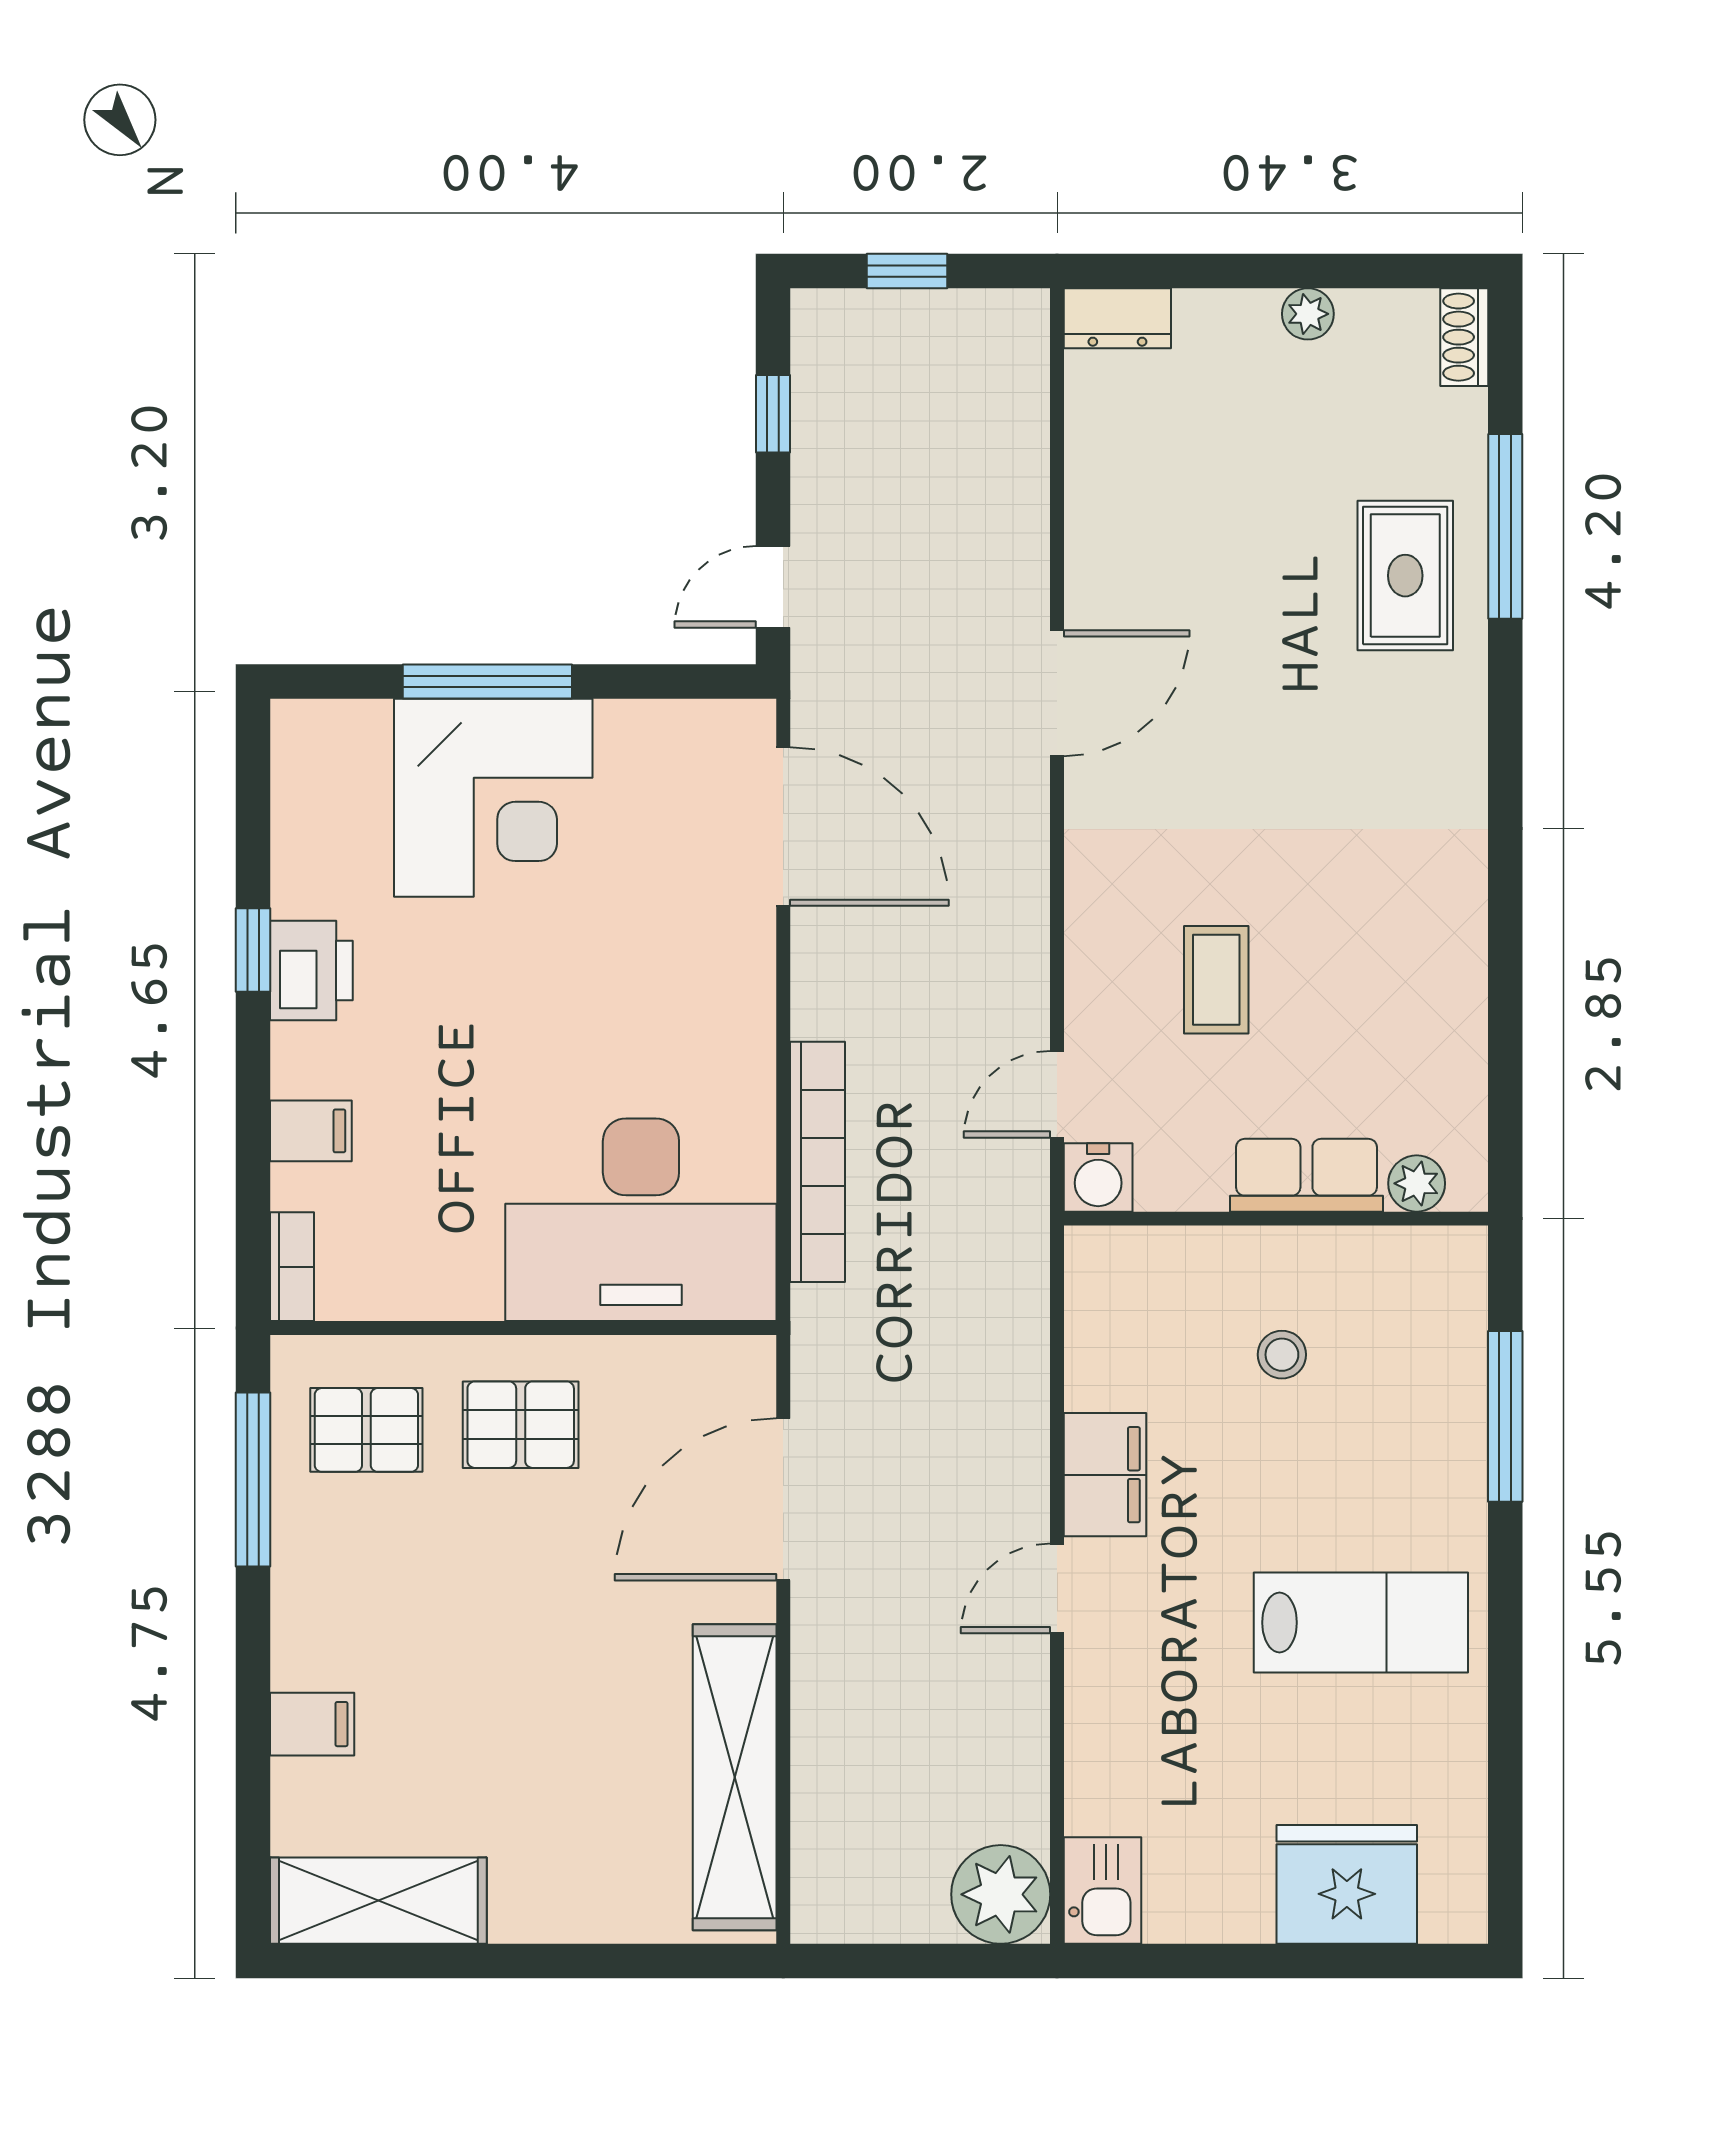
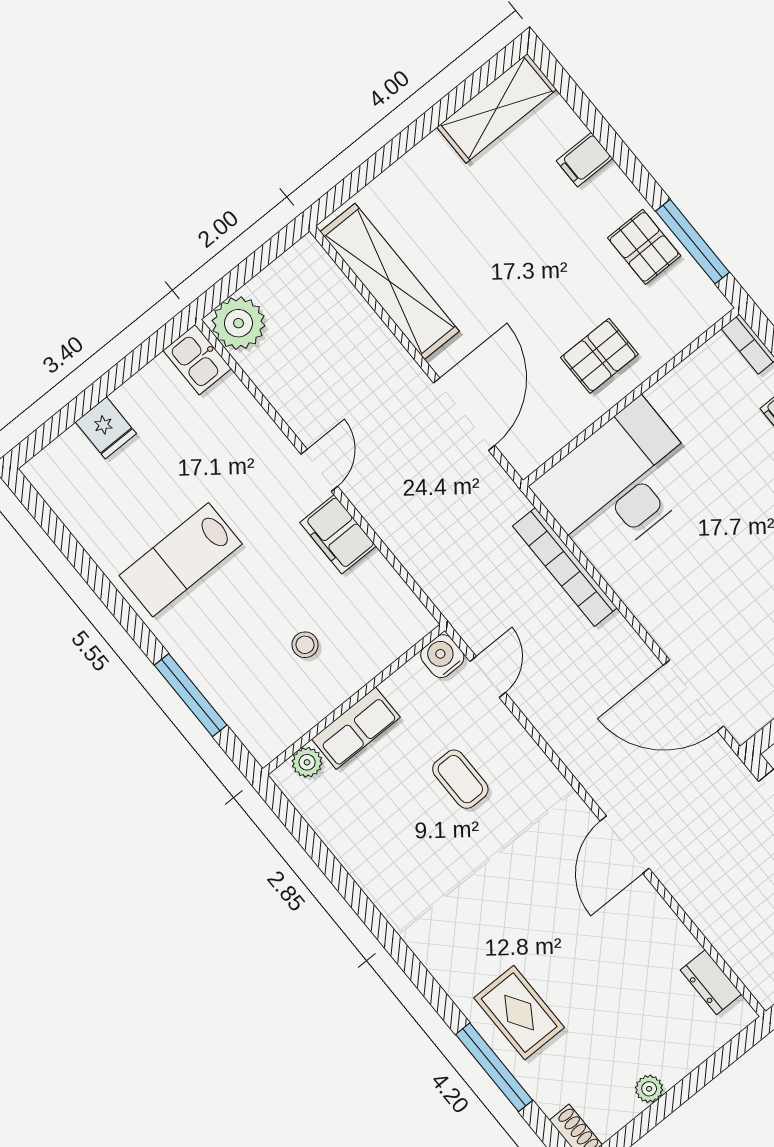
dresser: (1117, 318) -> (711, 982), moved, turned -90
pallet: (366, 1430) -> (644, 247), moved, turned 90
fridge: (1347, 1884) -> (106, 428), width x0.53, depth x0.75

